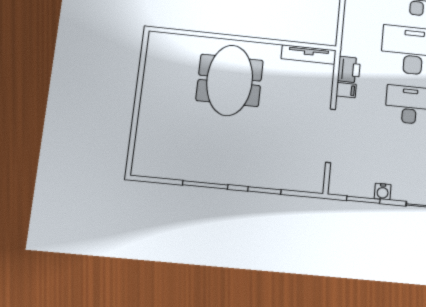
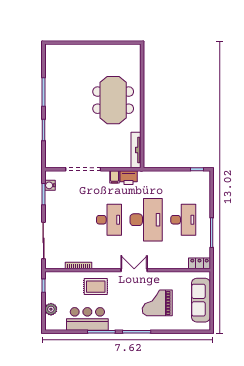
meeting table: (230, 80) -> (113, 100), turned 90
water cooler: (383, 192) -> (50, 185), moved

